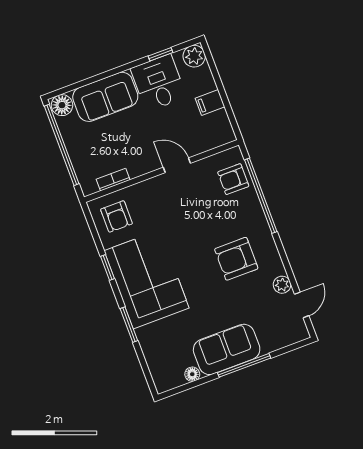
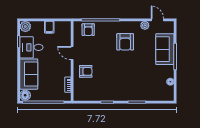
door: (177, 165) -> (72, 53), hinge flipped
armchair: (116, 216) -> (86, 71), moved
corner sofa: (147, 279) -> (119, 86), removed
sofa: (227, 349) -> (165, 49), moved

